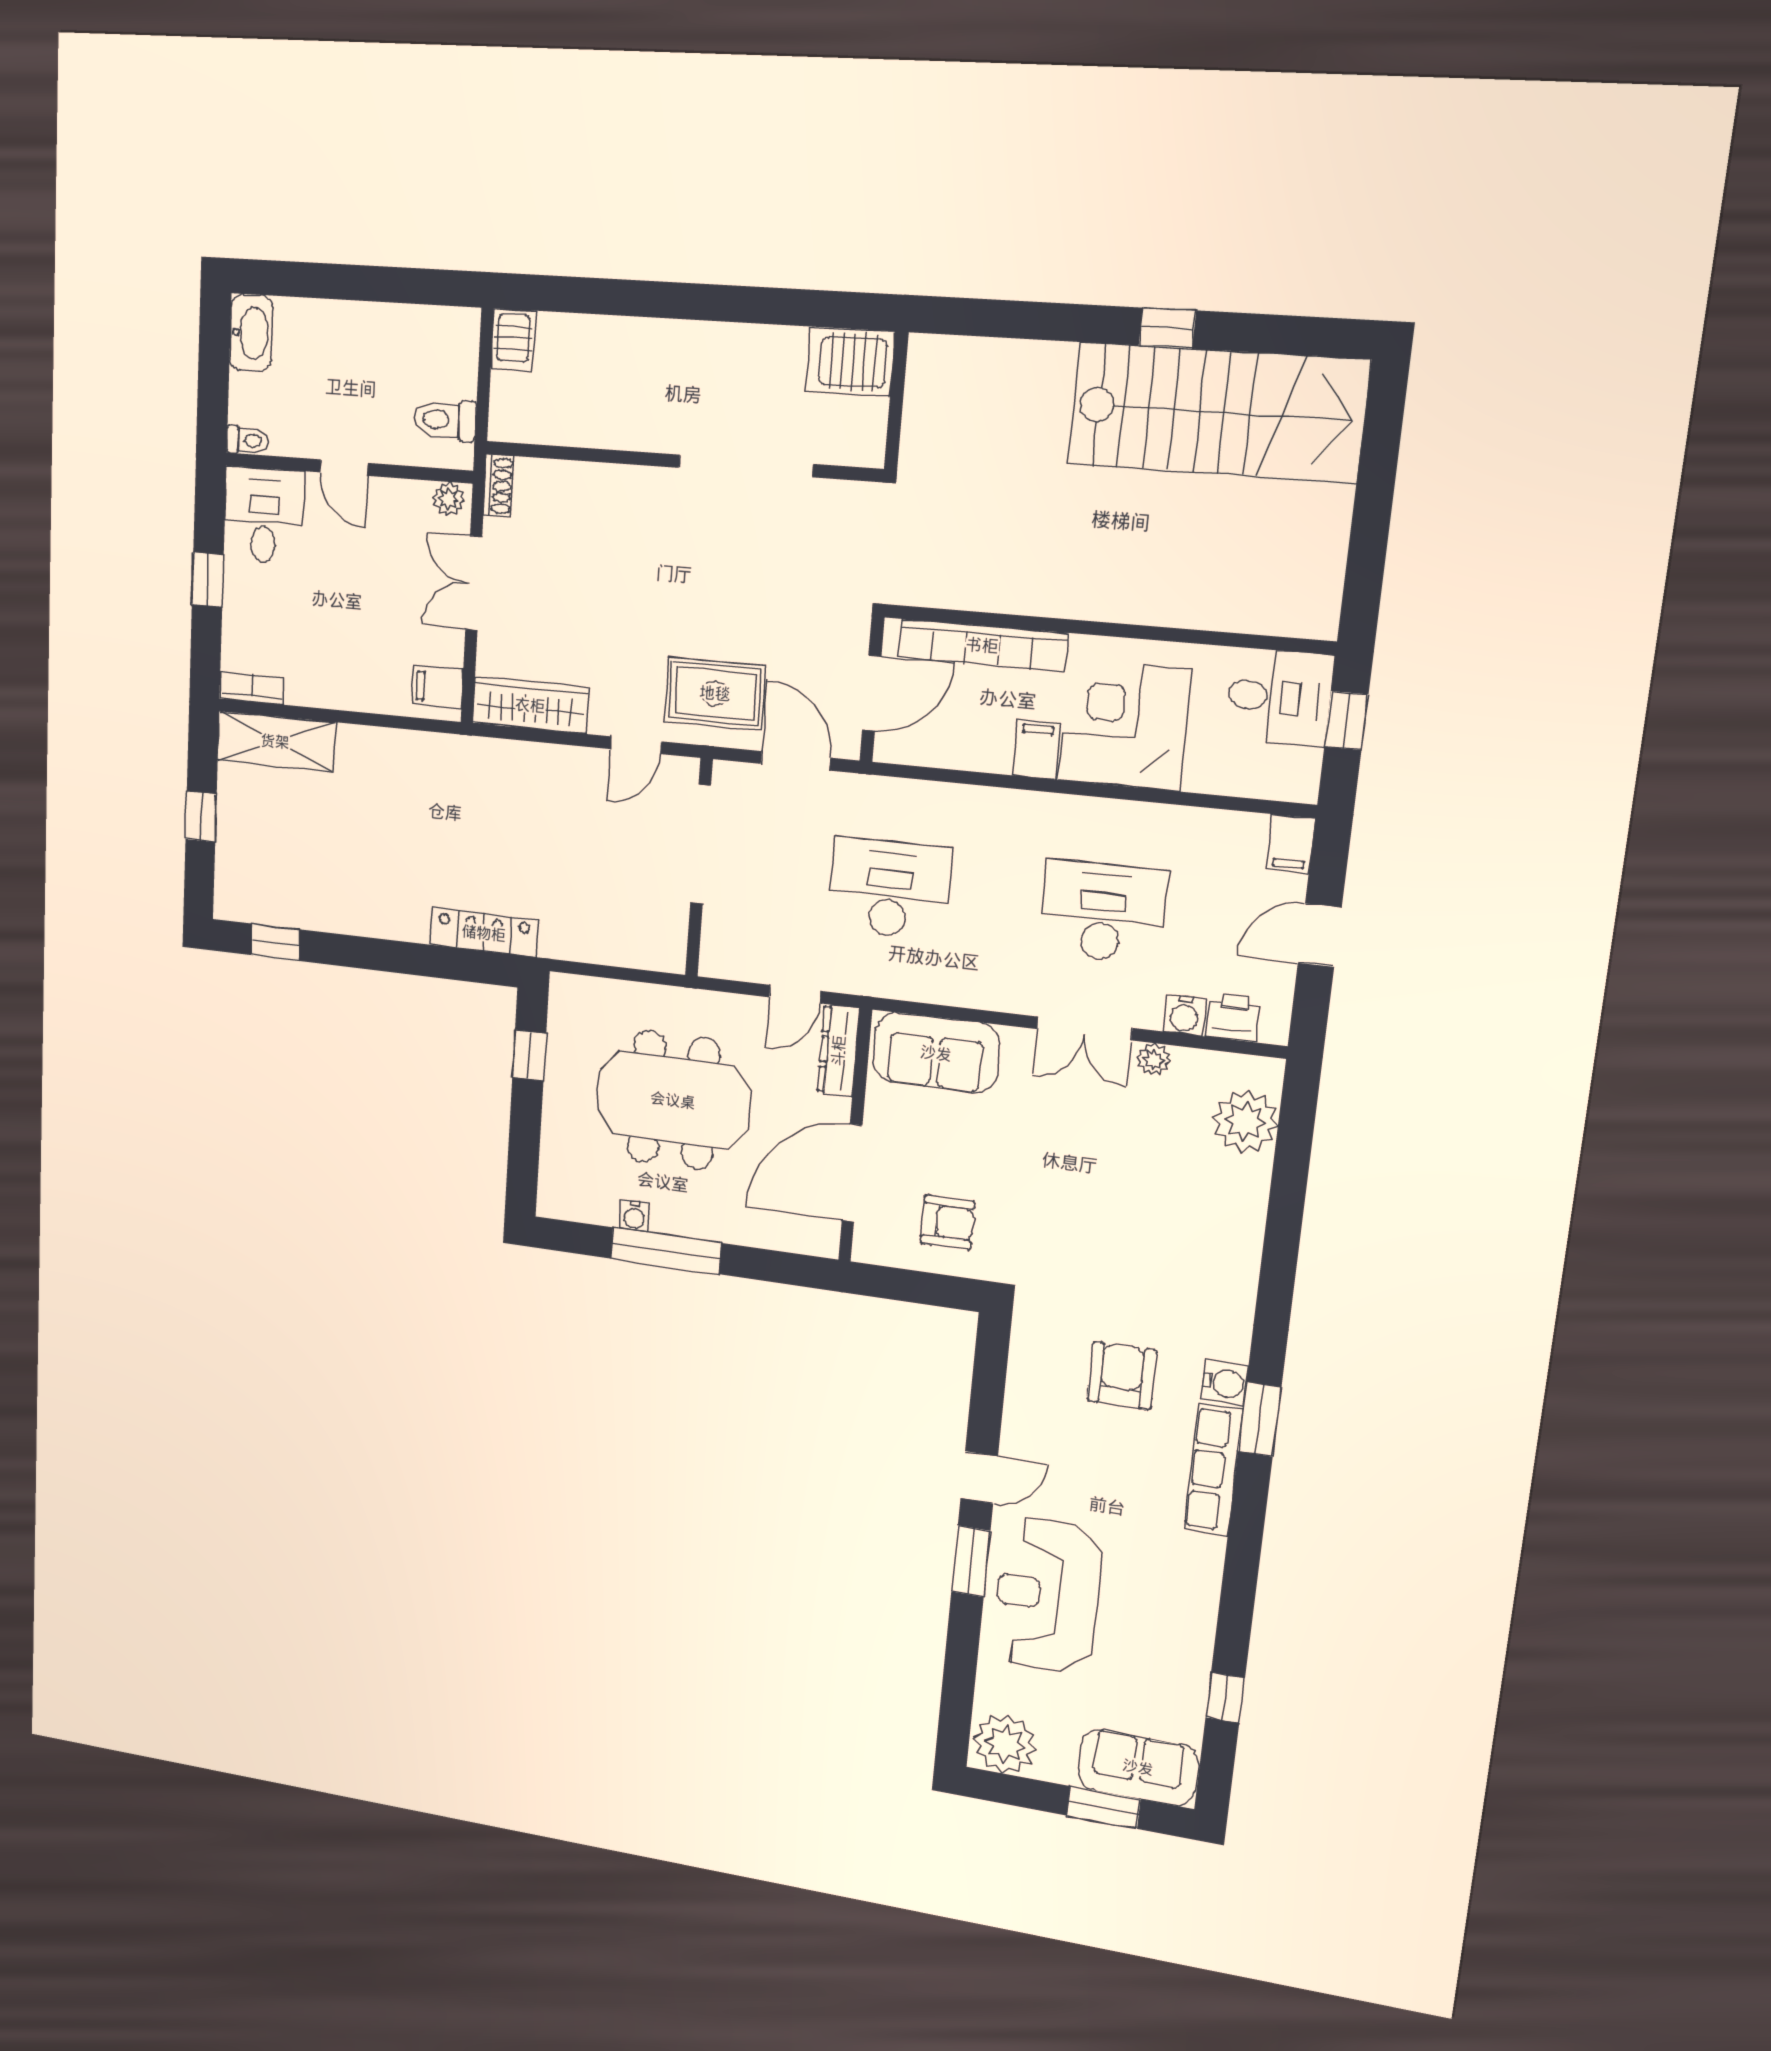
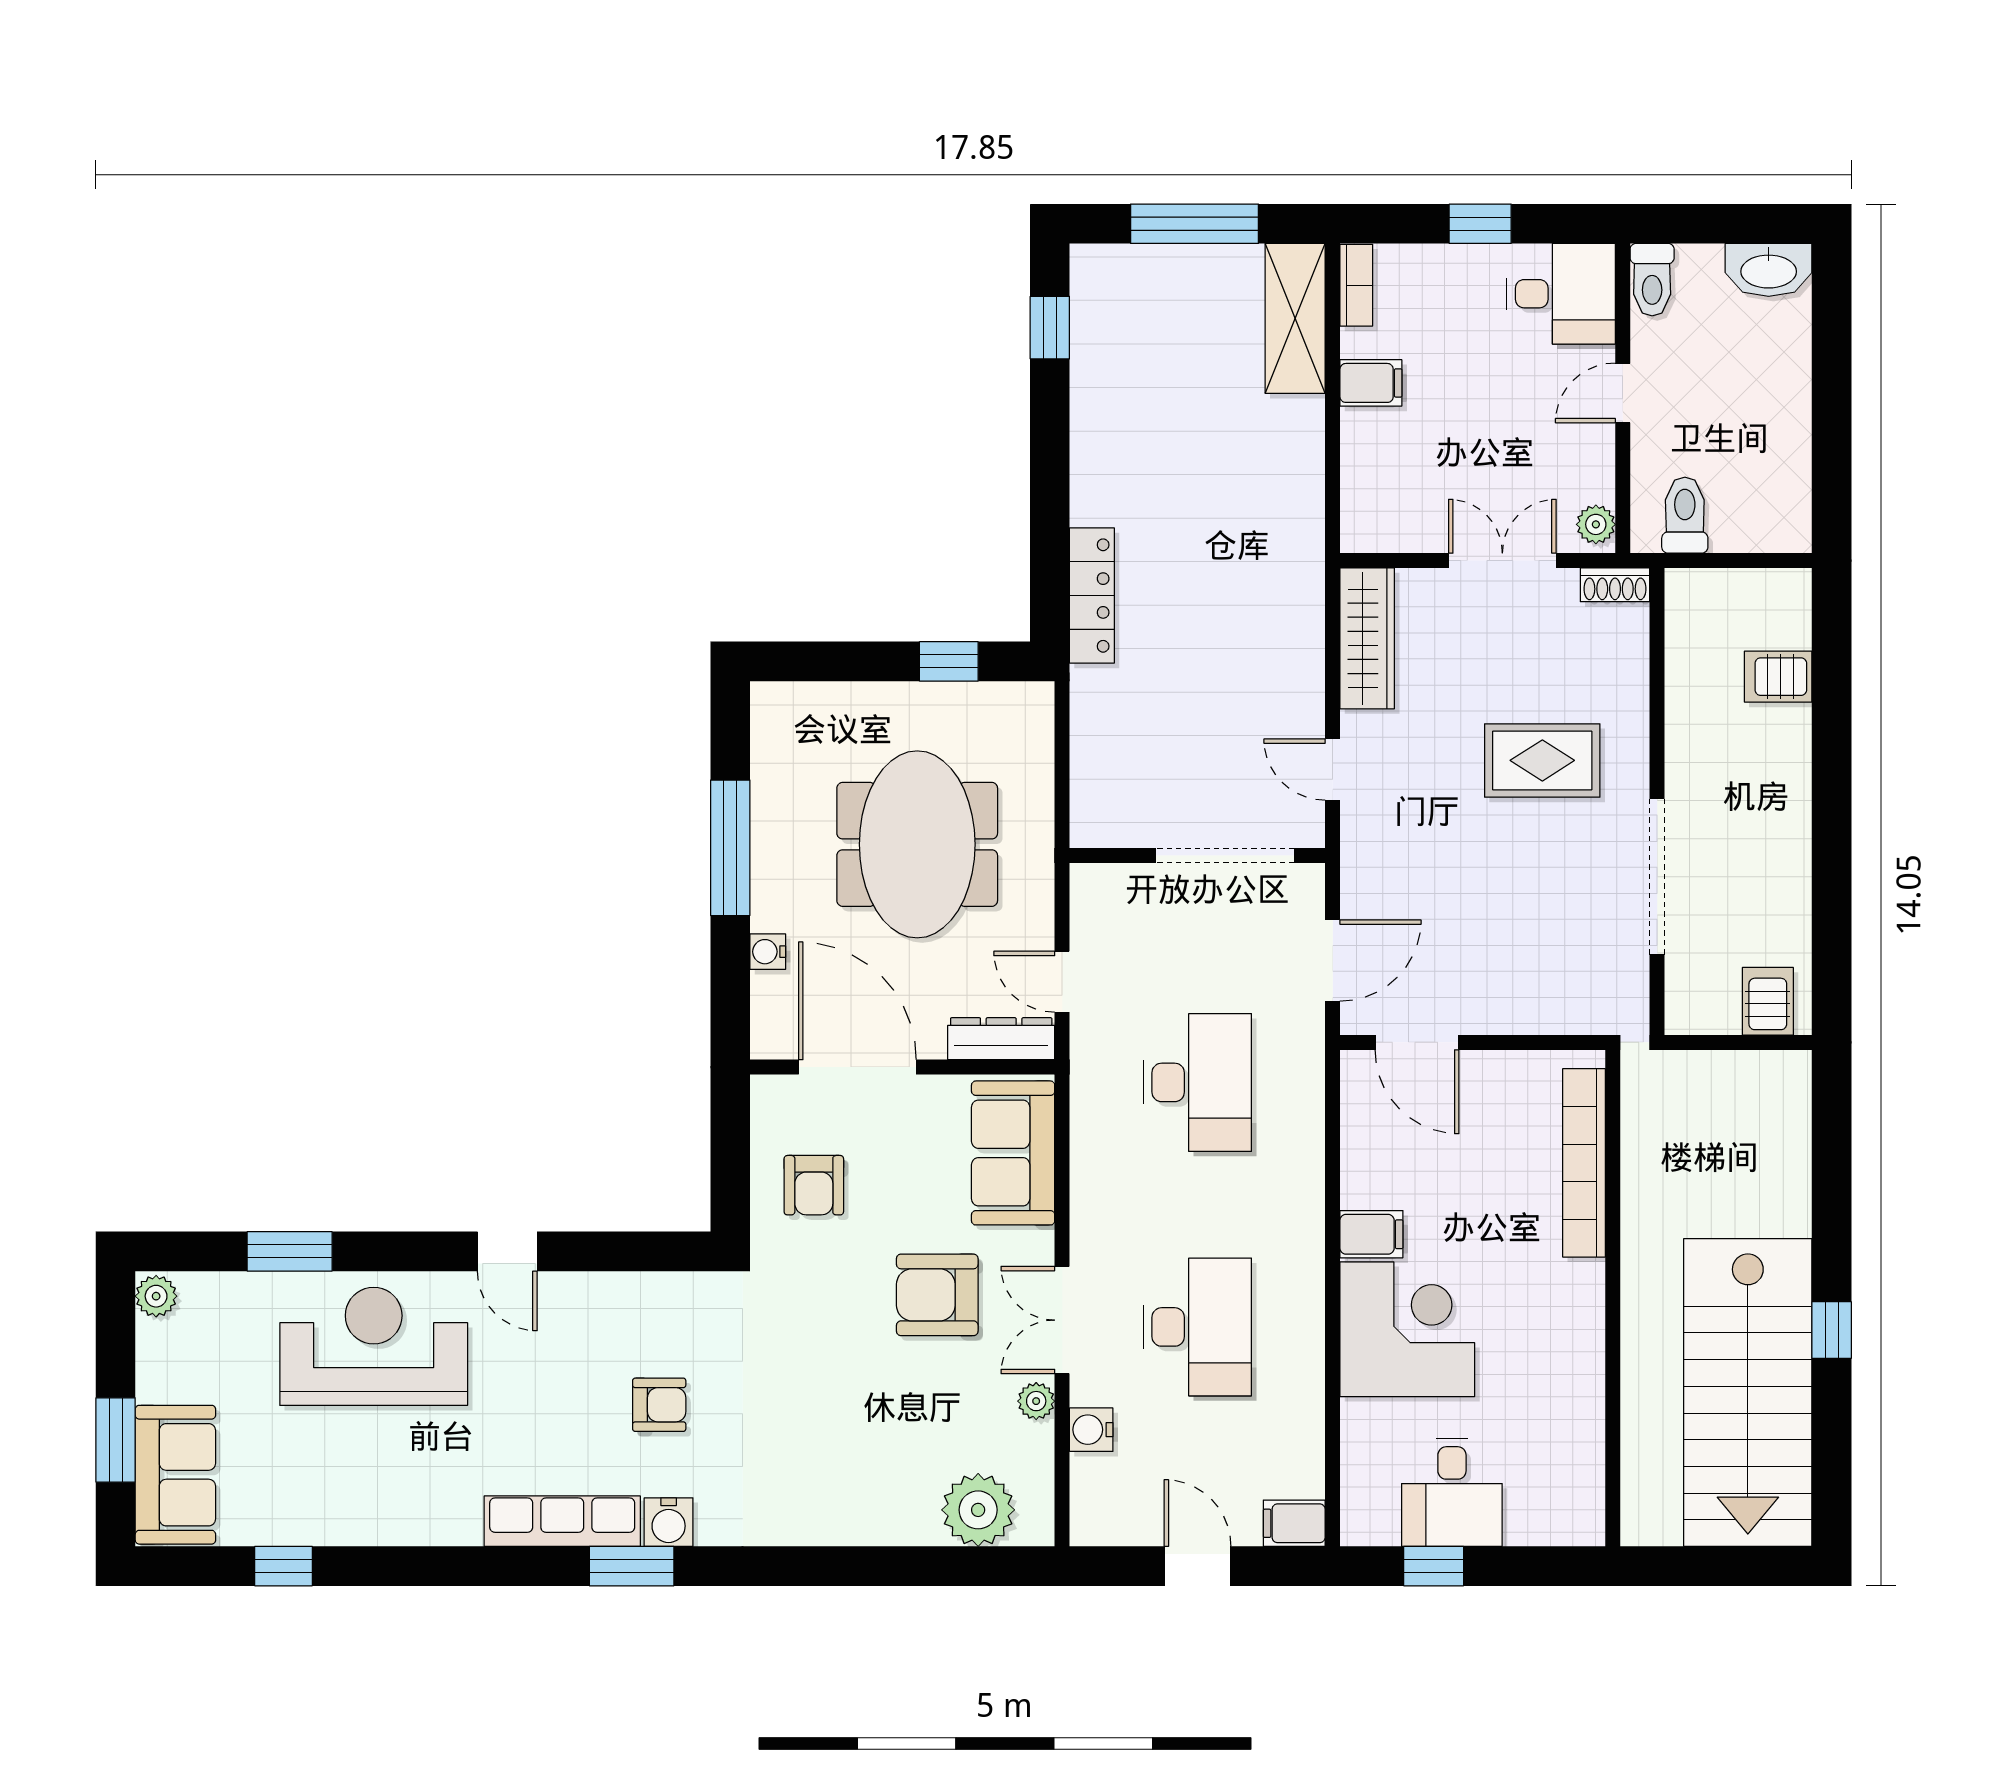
server rack: (513, 340) -> (1778, 677), moved
server rack: (850, 362) -> (1768, 1001), width x0.73, depth x0.70
toilet: (248, 440) -> (1652, 280), width x1.37, depth x1.39
wall: (1106, 629) -> (1613, 1298), moved
bookcase: (982, 645) -> (1584, 1163), moved
filing cabinet: (438, 687) -> (1371, 383), moved, turned 90
rug: (715, 693) -> (1542, 760), moved, turned 90
window: (201, 816) -> (1195, 224), width x2.17
printer: (1233, 1017) -> (1095, 1483), removed
armchair: (1052, 1132) -> (937, 1295), added
water cooler: (634, 1216) -> (768, 952), moved
armchair: (1122, 1376) -> (659, 1405), width x0.72, depth x0.72
window: (971, 1561) -> (290, 1251), moved
plant: (1005, 1744) -> (156, 1296), width x0.53, depth x0.53

